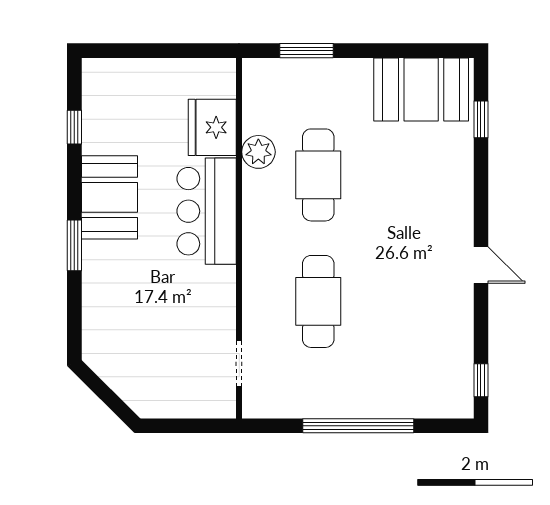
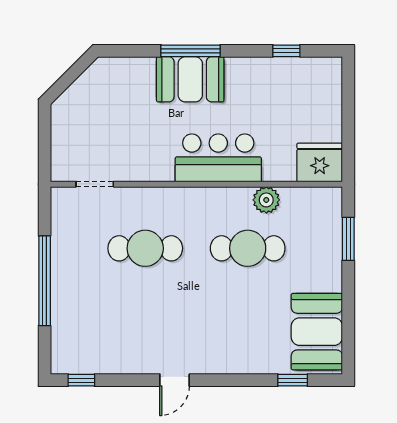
fridge: (212, 127) -> (320, 163), moved
booth: (110, 197) -> (190, 79), moved
window: (74, 245) -> (191, 51), width x1.44

